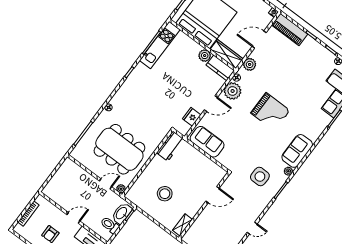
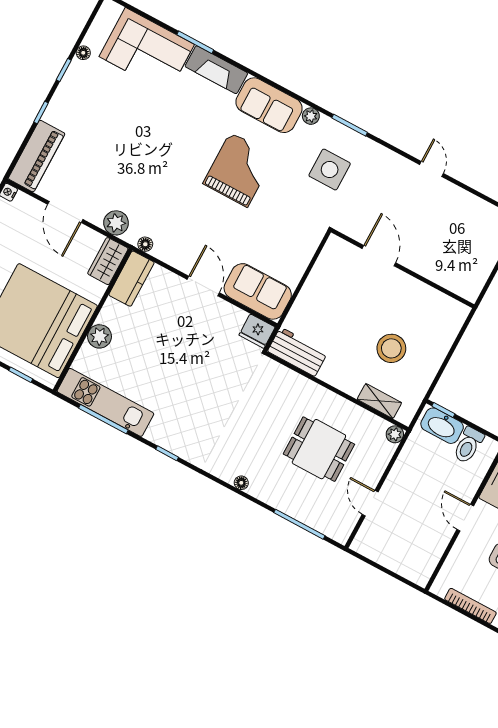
wardrobe: (227, 54) -> (108, 261), width x0.67
plant: (205, 56) -> (99, 336), moved
plant: (233, 91) -> (172, 248), removed
grand piano: (270, 112) -> (239, 170), moved
fridge: (192, 117) -> (257, 331), moved
fireplace: (319, 127) -> (216, 70), added
sofa: (207, 142) -> (258, 291), moved, turned 90
dining table: (119, 149) -> (319, 449), width x0.53, depth x0.80
door: (105, 184) -> (370, 503), moved
shelving: (183, 225) -> (379, 401), moved

